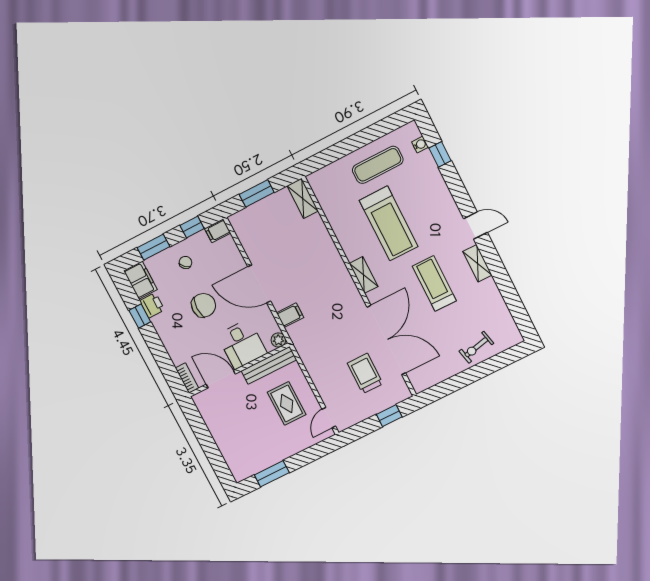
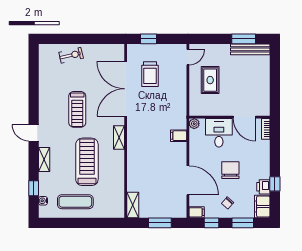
shelving: (477, 263) -> (44, 159), moved
door: (259, 284) -> (188, 180), moved
chair: (204, 305) -> (230, 170), turned 90
bench: (269, 365) -> (250, 49), moved

